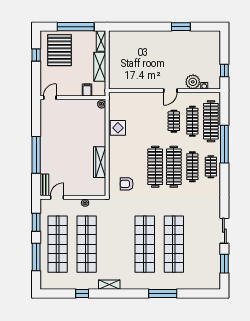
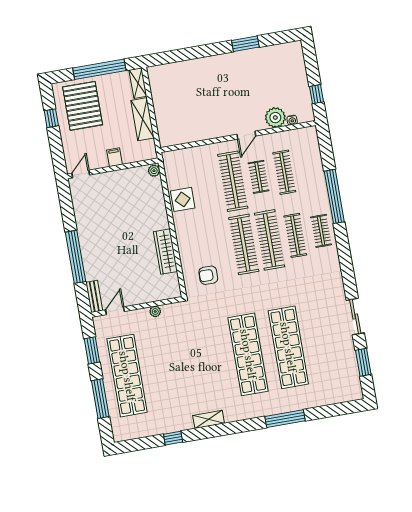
filing cabinet: (87, 90) -> (114, 157), moved
clothes rail: (211, 121) -> (233, 181), moved
shop shelf: (87, 244) -> (167, 369), removed

